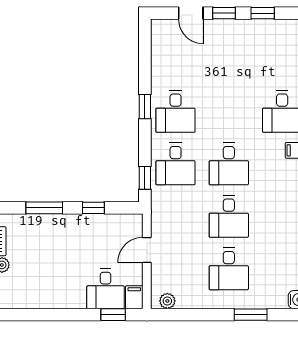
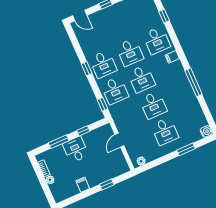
door: (191, 13) -> (80, 16), moved
desk: (229, 111) -> (130, 52), added
desk: (106, 289) -> (76, 150), moved, turned 180
filing cabinet: (134, 297) -> (83, 185), moved
window: (113, 315) -> (107, 185), moved

